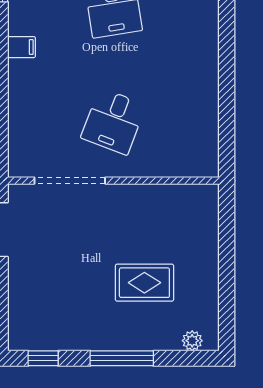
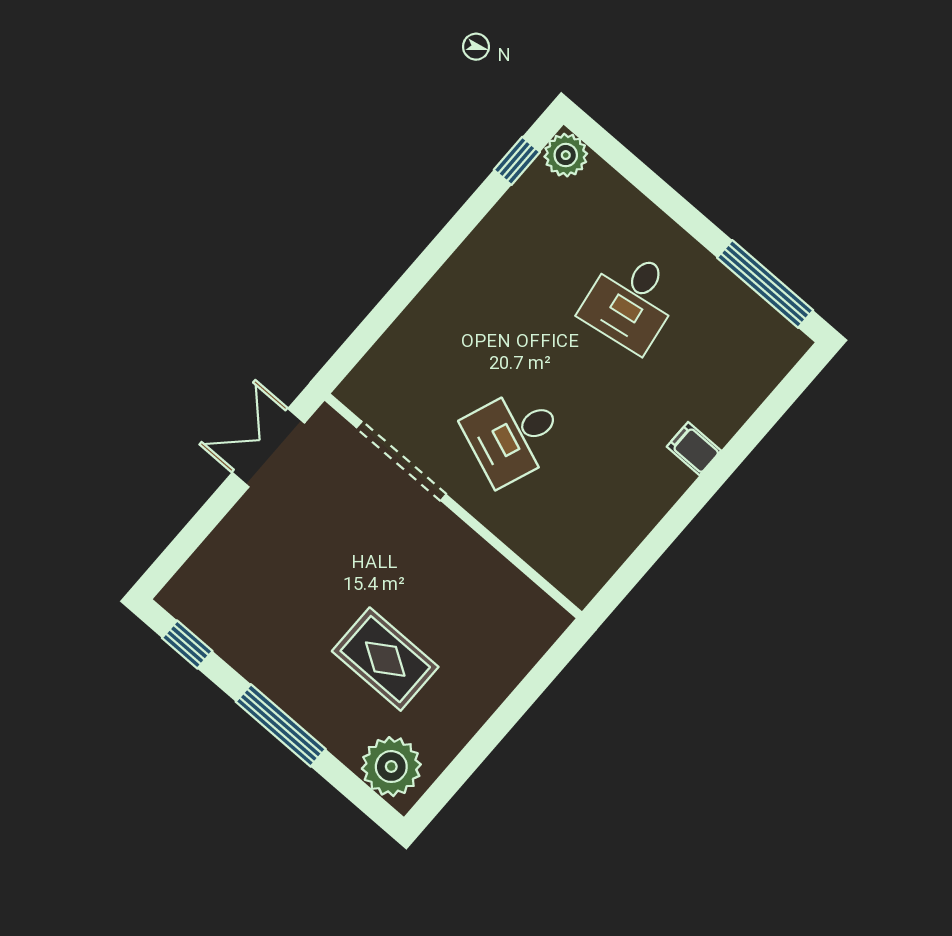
filing cabinet: (22, 47) -> (694, 449), moved, turned 180
plant: (192, 341) -> (391, 767), width x1.88, depth x1.88

